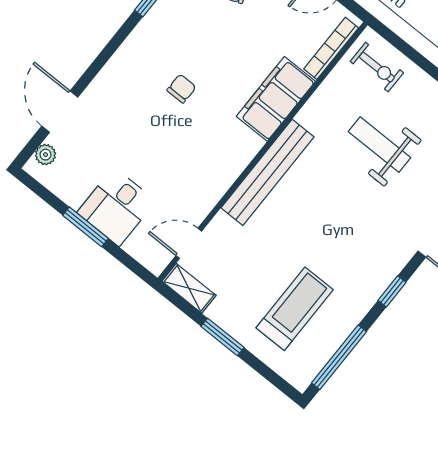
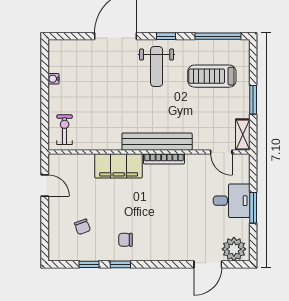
bookcase: (331, 48) -> (164, 159), moved
chair: (181, 89) -> (125, 240), moved
weight bench: (379, 145) -> (157, 66), moved
plant: (45, 155) -> (234, 249), width x1.88, depth x1.88

